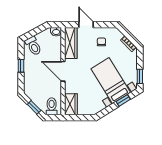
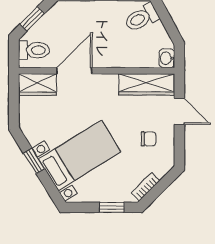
door: (86, 25) -> (179, 111), hinge flipped
door: (63, 71) -> (74, 71), moved
window: (140, 76) -> (112, 207), moved
window: (123, 100) -> (34, 161), moved

